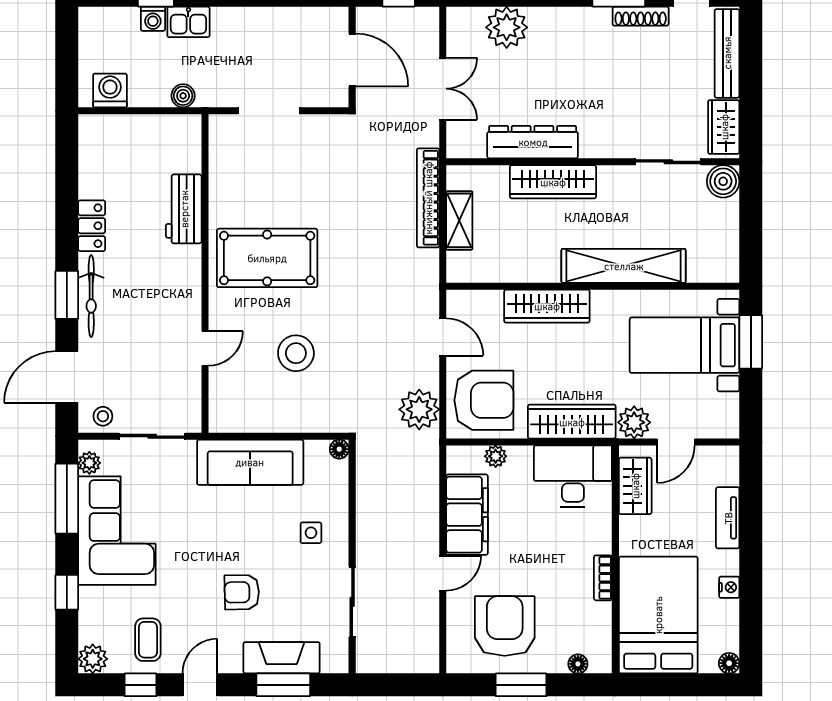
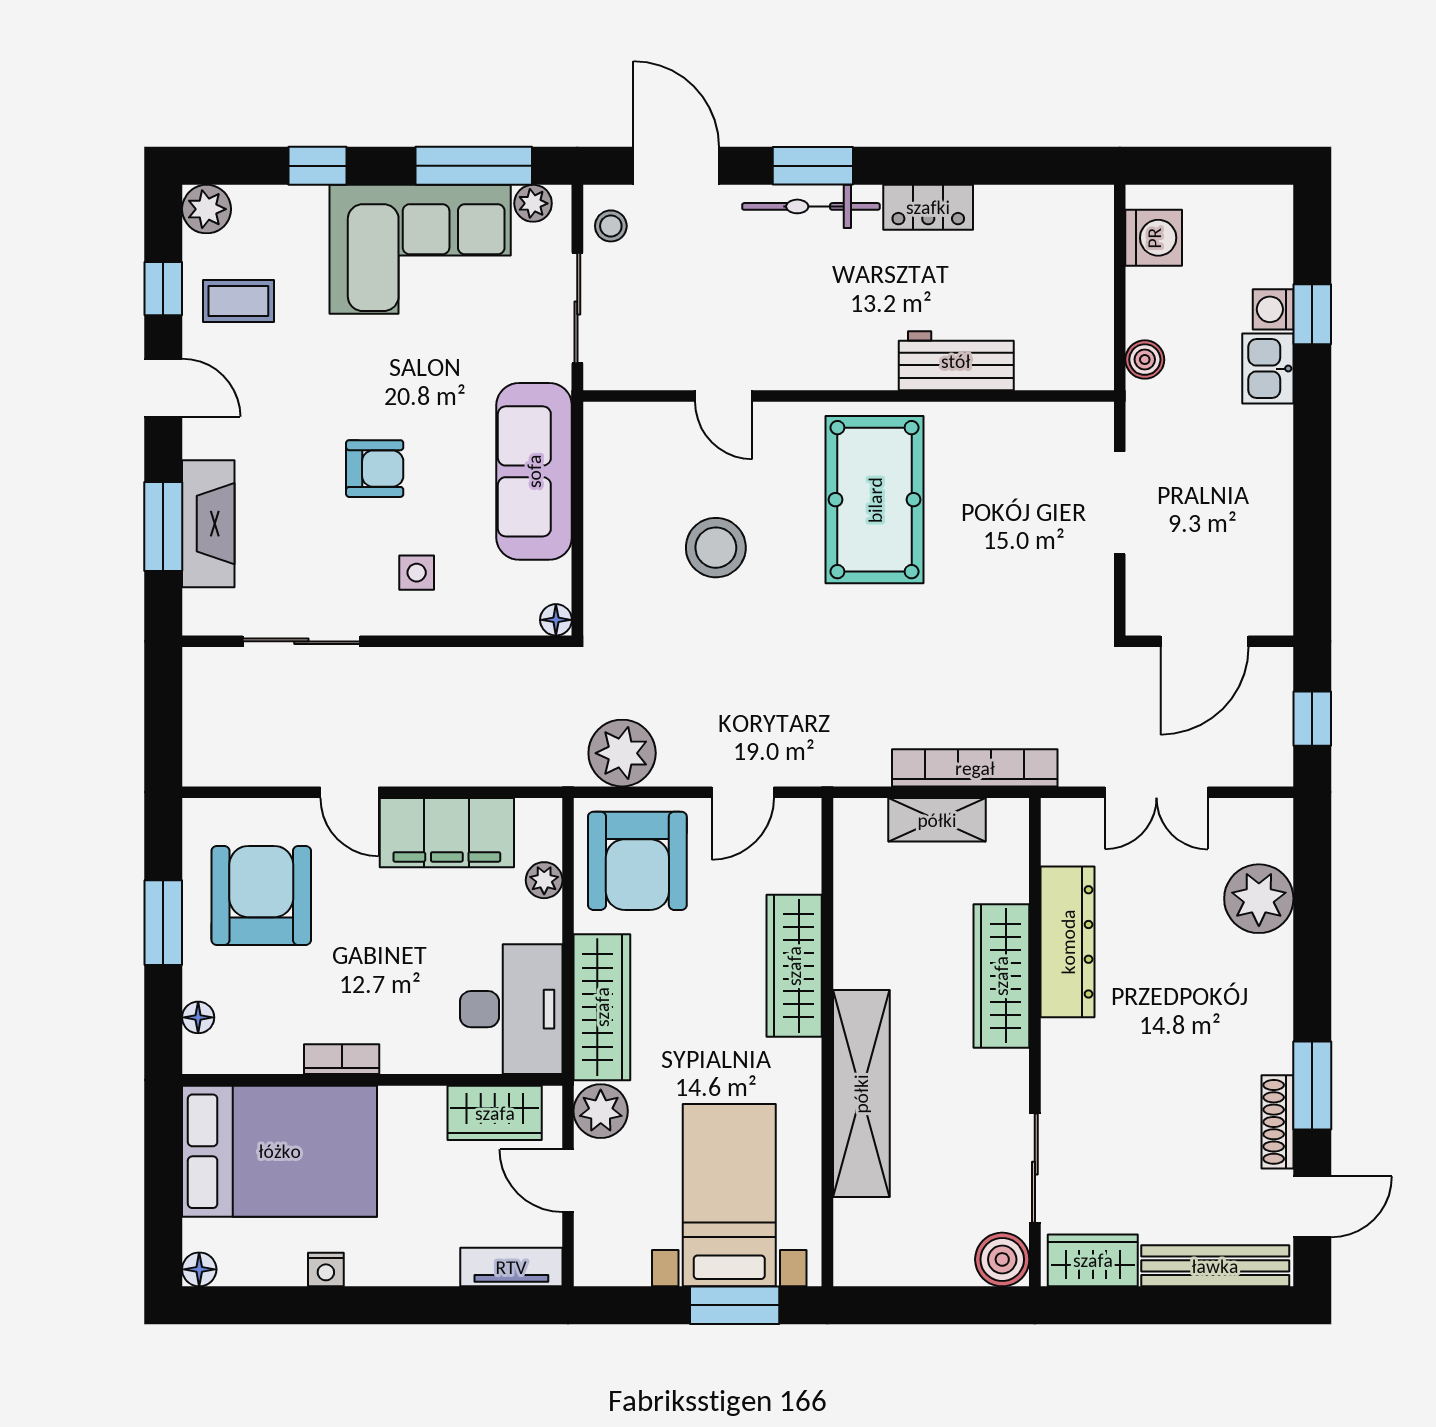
tv unit: (728, 518) -> (511, 1267), moved
armchair: (242, 592) -> (375, 469), moved, turned 91
armchair: (505, 626) -> (261, 895), turned -90

